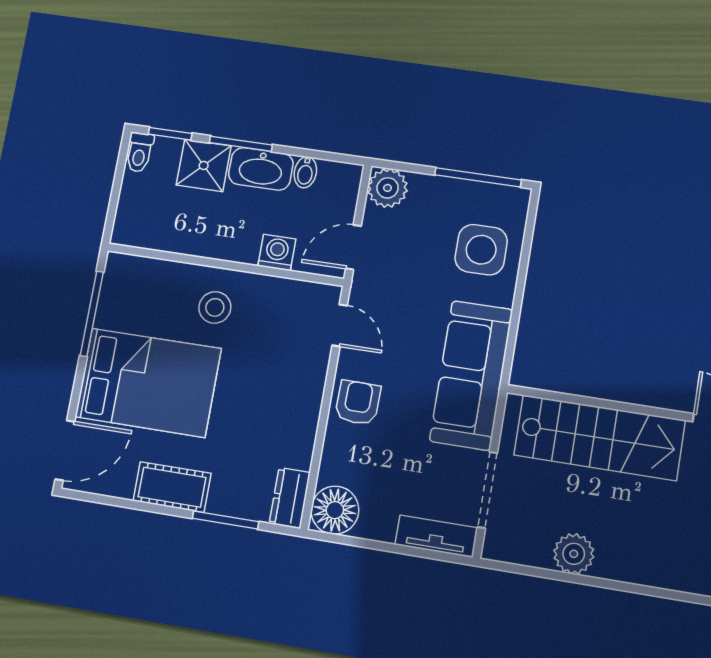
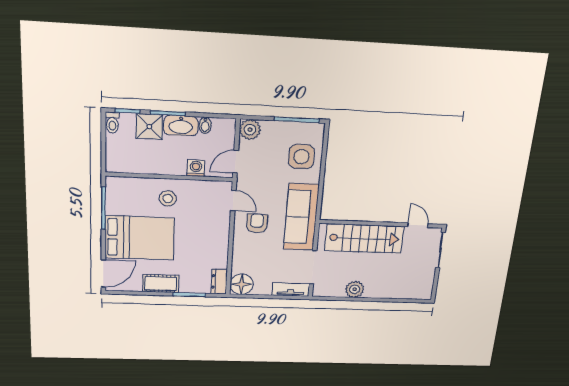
armchair: (358, 403) -> (257, 223), moved

